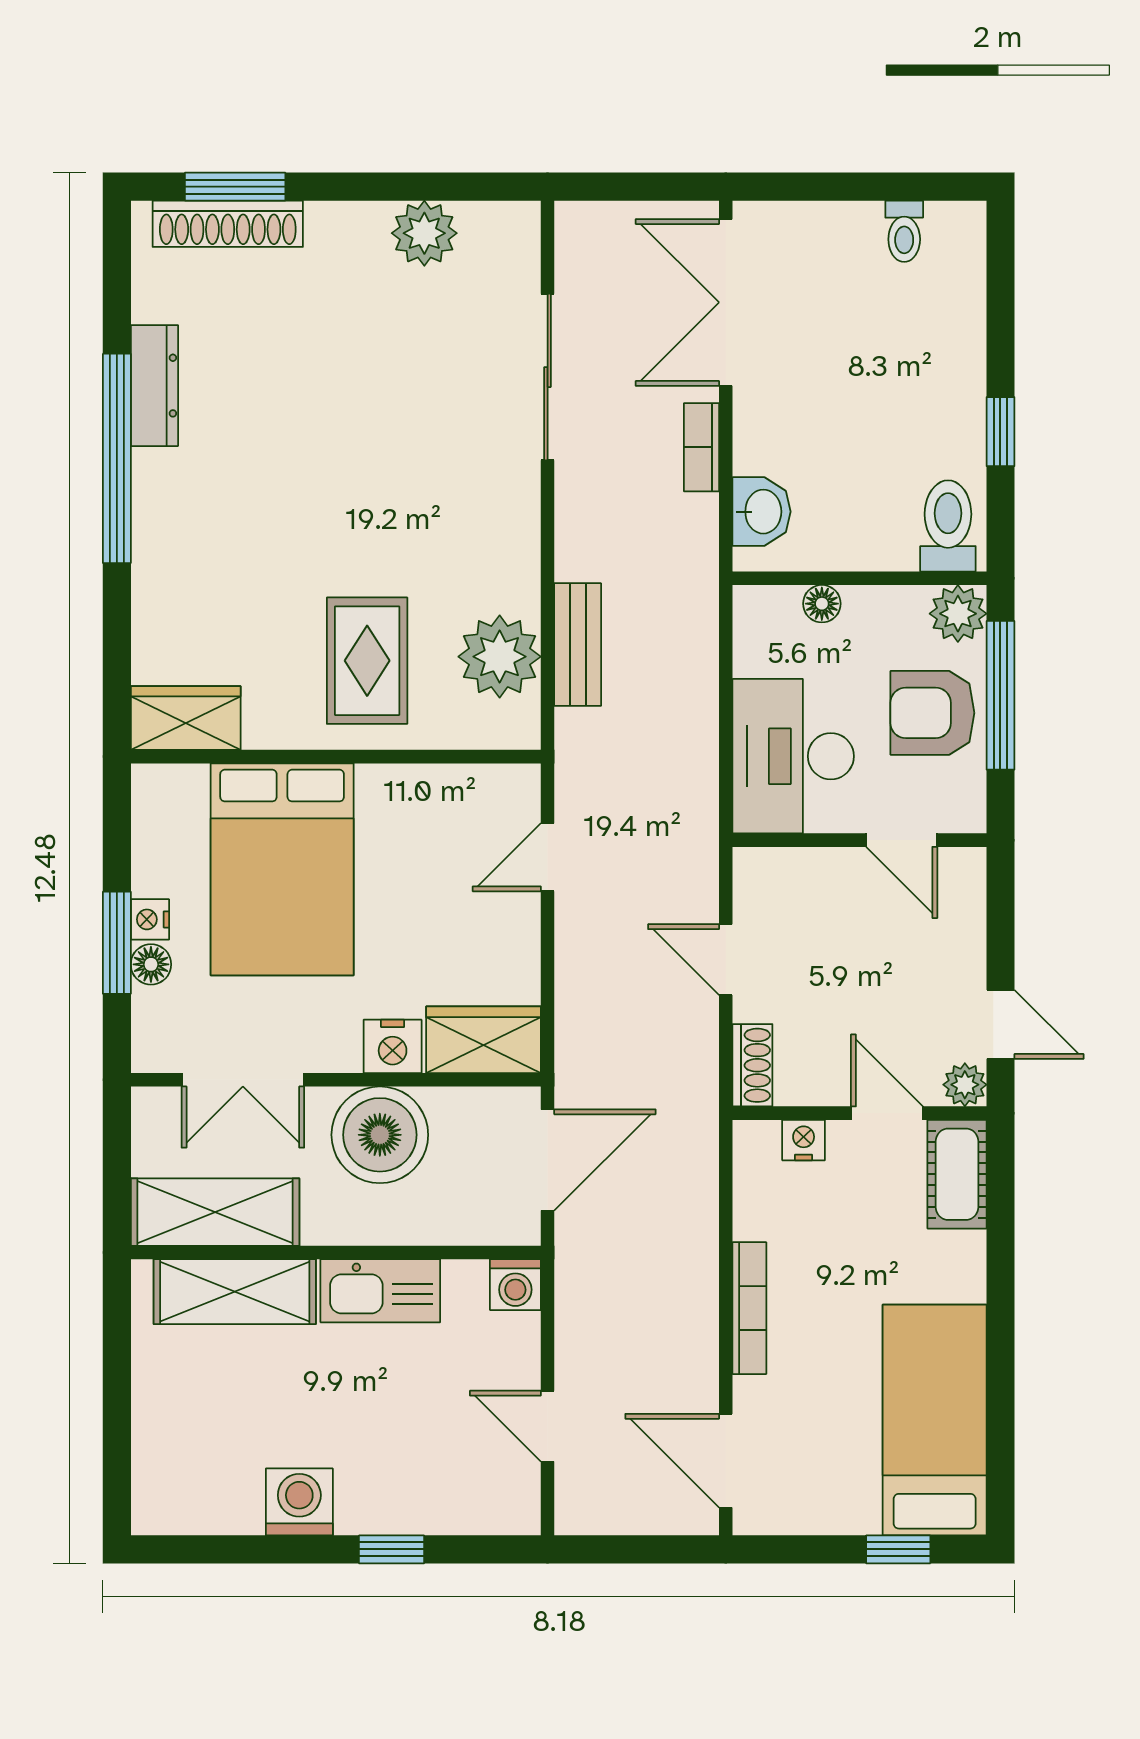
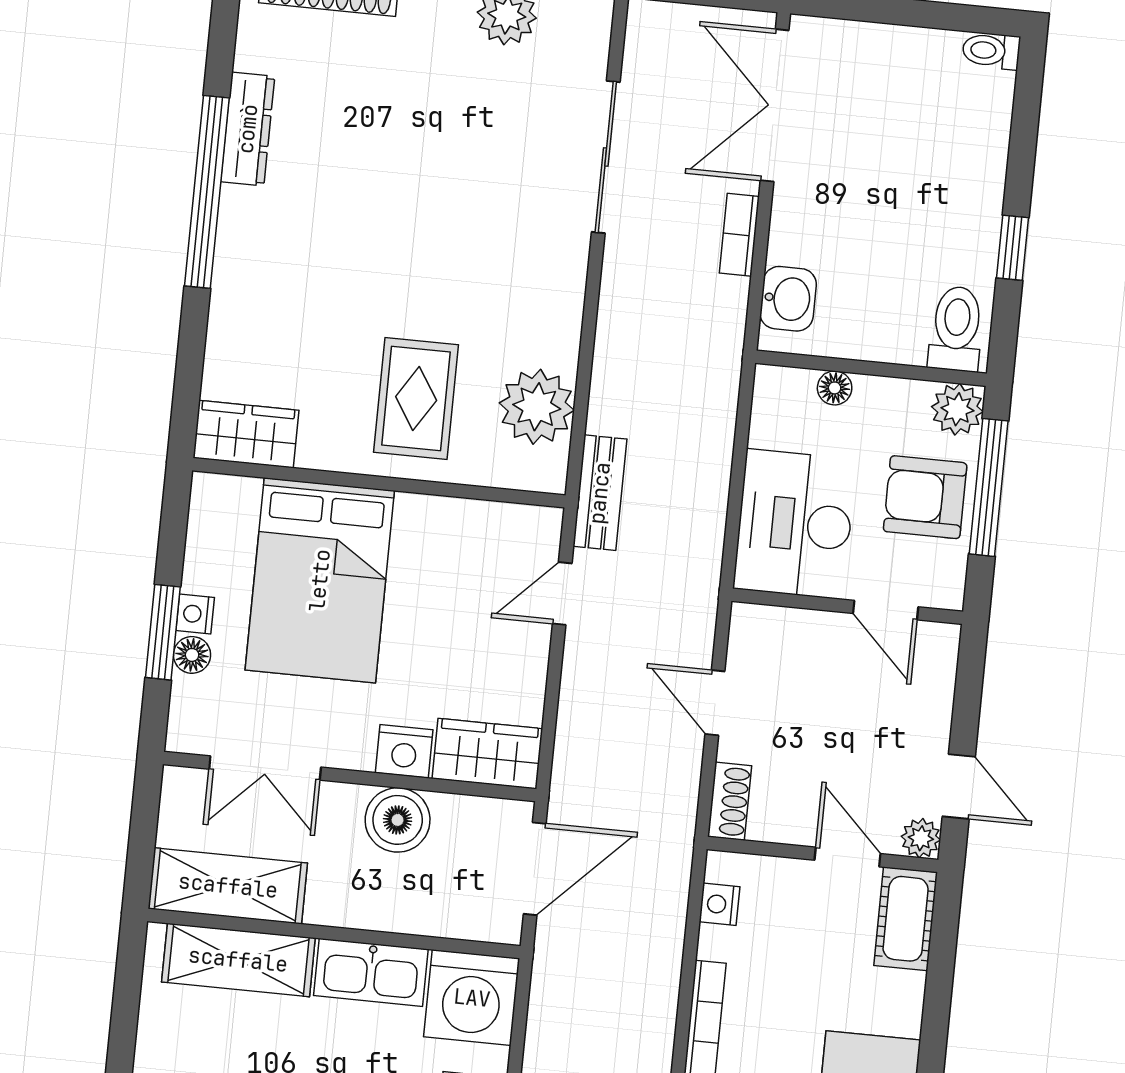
toilet: (904, 231) -> (991, 51), moved, turned 90
bench: (578, 645) -> (600, 493), moved
boiler: (380, 1135) -> (398, 820), width x0.73, depth x0.73
nightstand: (804, 1140) -> (720, 904), moved, turned -90
washing machine: (515, 1285) -> (472, 998), width x1.89, depth x1.89

